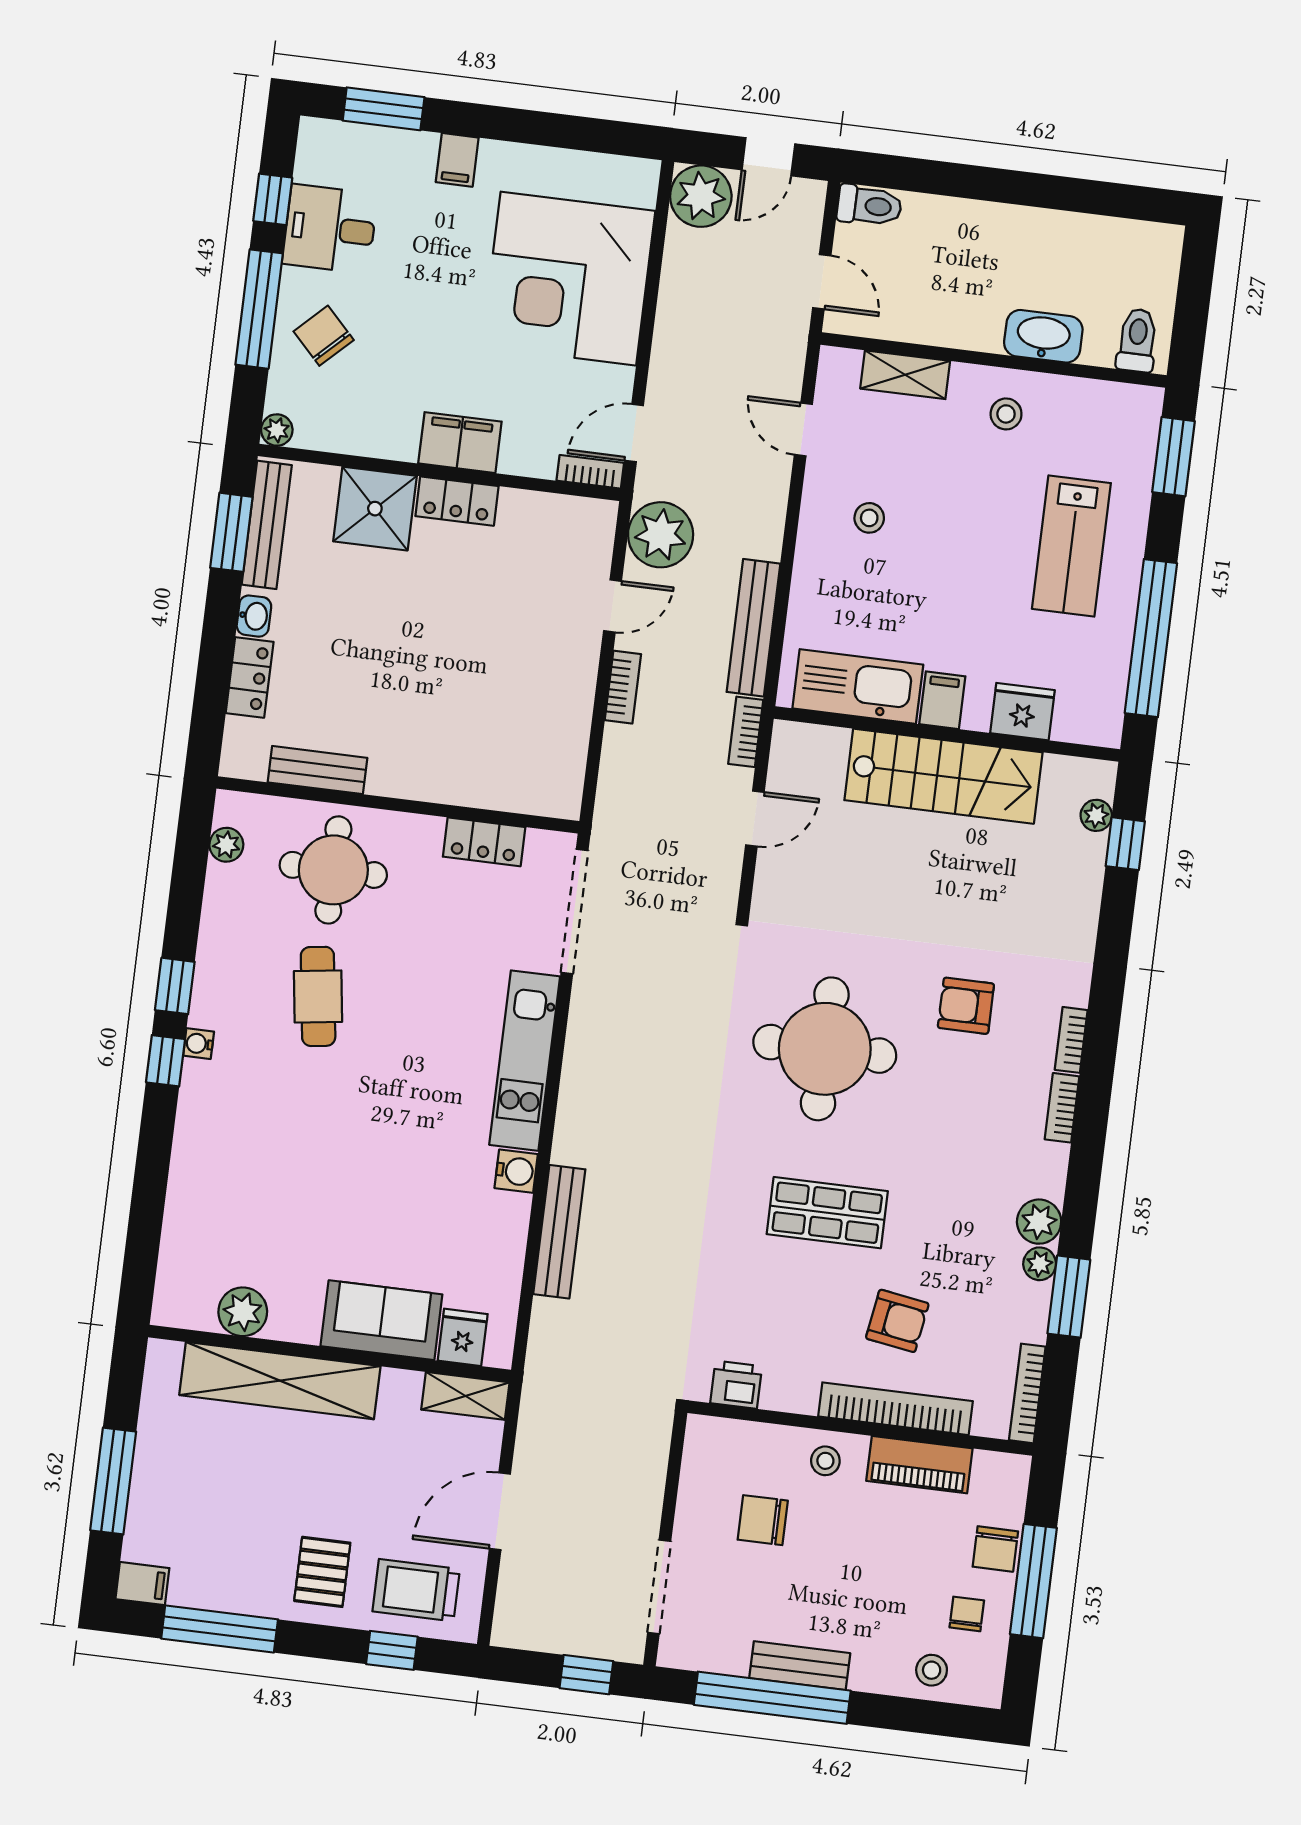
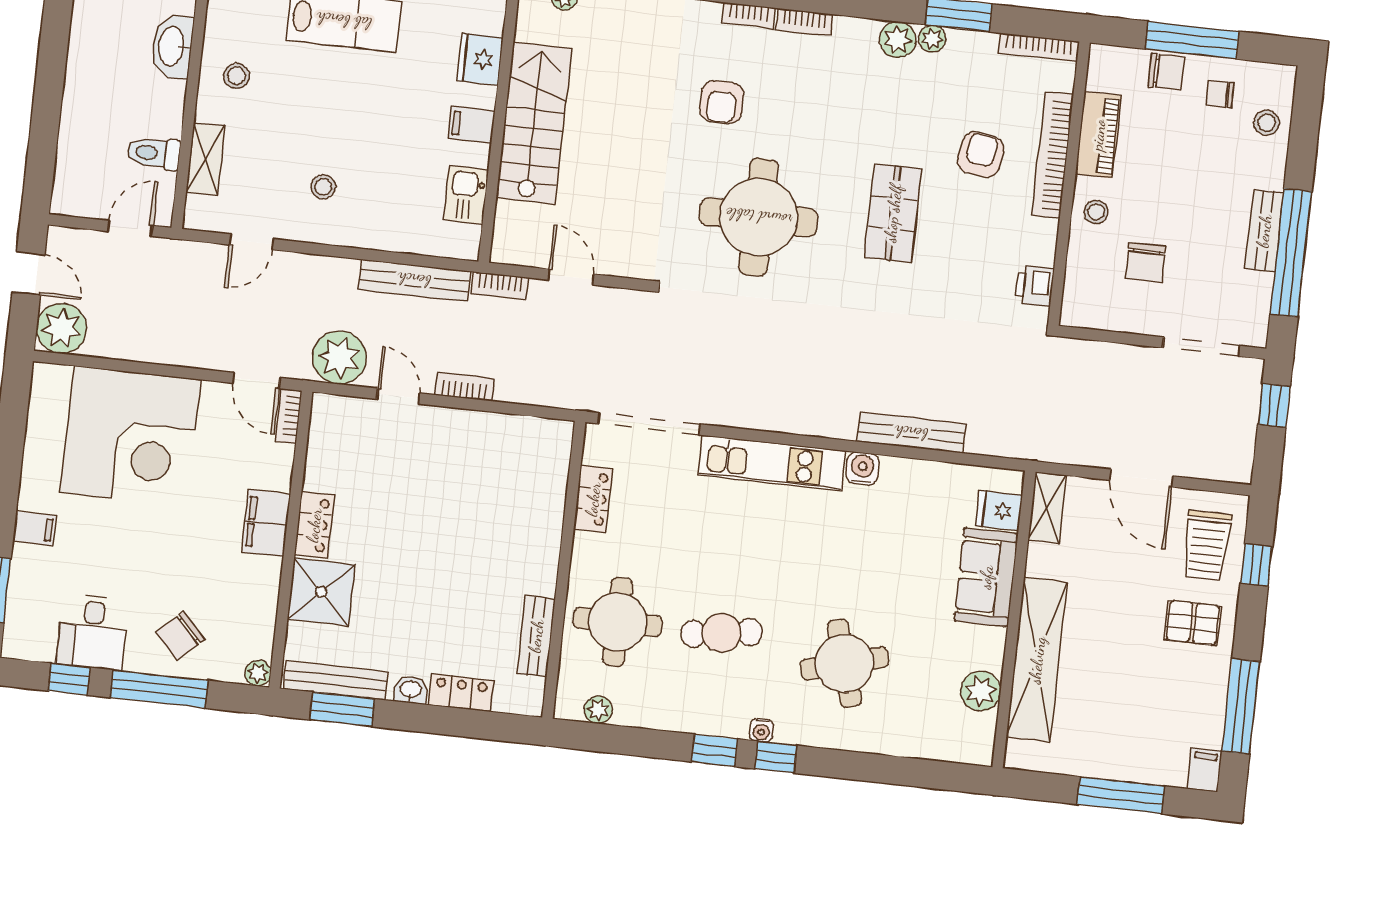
toilet: (869, 206) -> (154, 153), moved, turned -90
kitchen sink: (858, 686) -> (466, 195), width x0.53, depth x0.81
round table: (279, 1146) -> (844, 663), added

